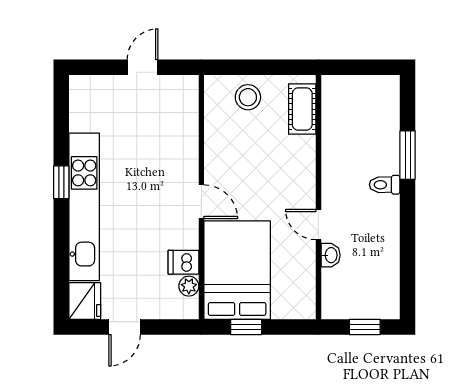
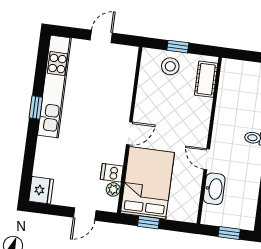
window: (255, 67) -> (178, 47), added
door: (201, 202) -> (129, 133), hinge flipped
kitchen unit: (84, 207) -> (54, 87), moved
washbasin: (331, 255) -> (214, 189), width x1.91, depth x1.45
door: (125, 327) -> (85, 214), moved

